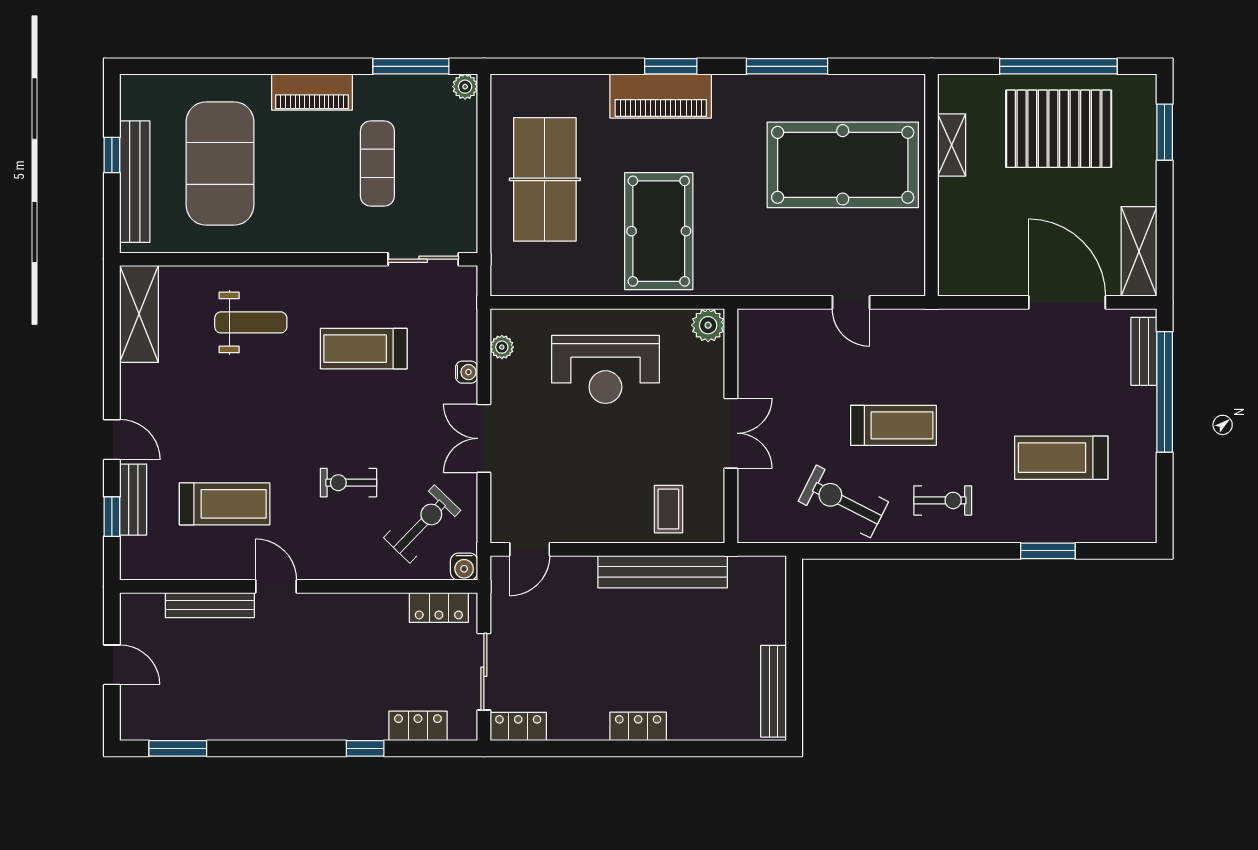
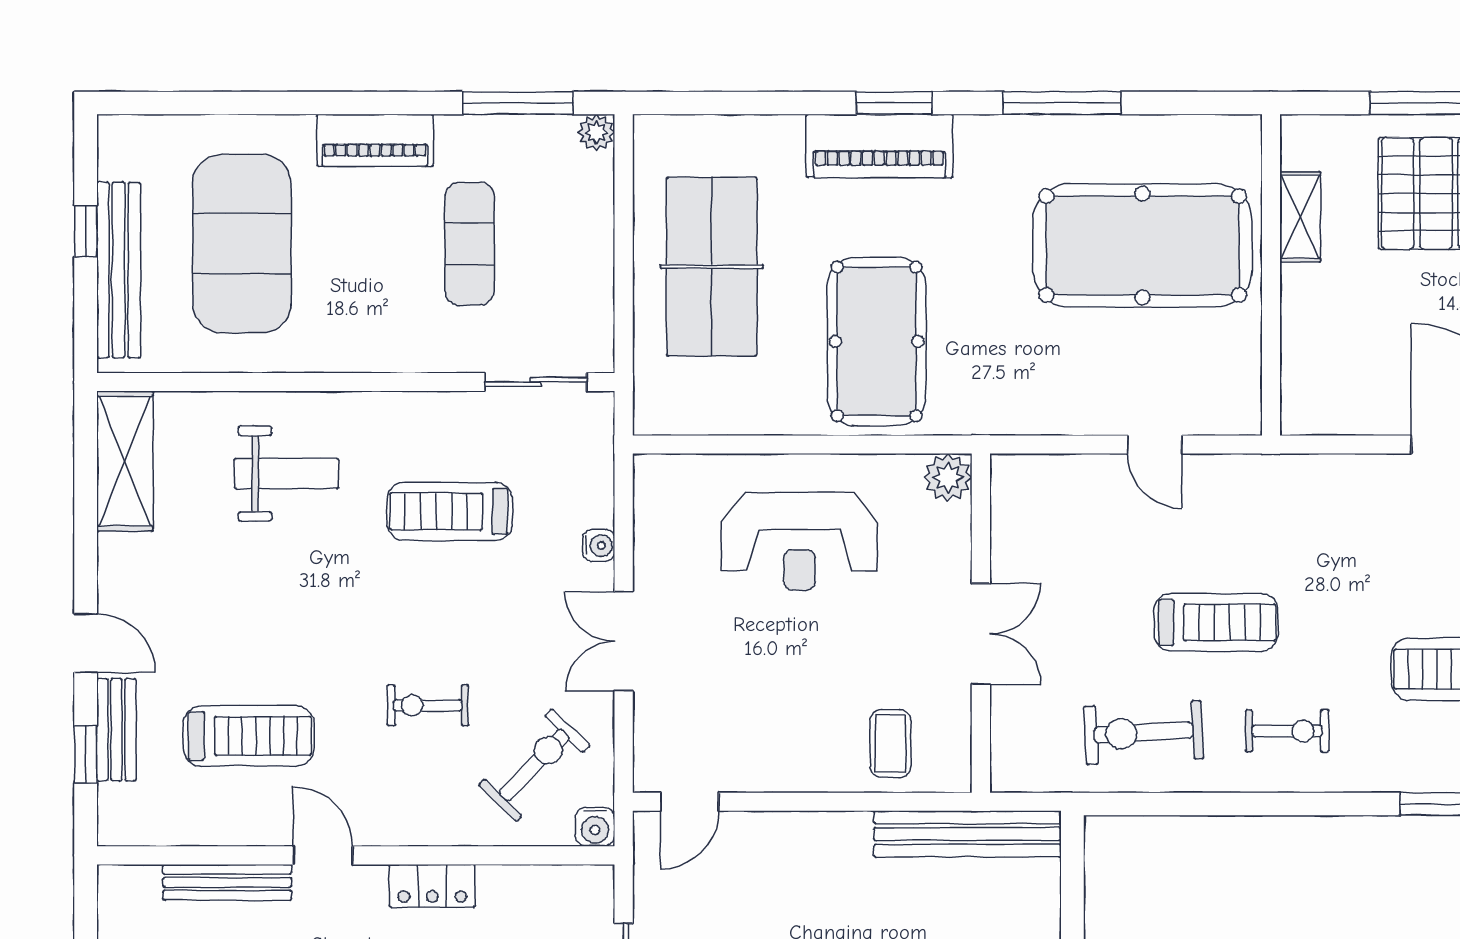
plant: (502, 347) -> (650, 509), removed
exercise bike: (843, 501) -> (1144, 733), turned -30
bench: (663, 572) -> (968, 834), moved
locker: (439, 607) -> (432, 886), moved

